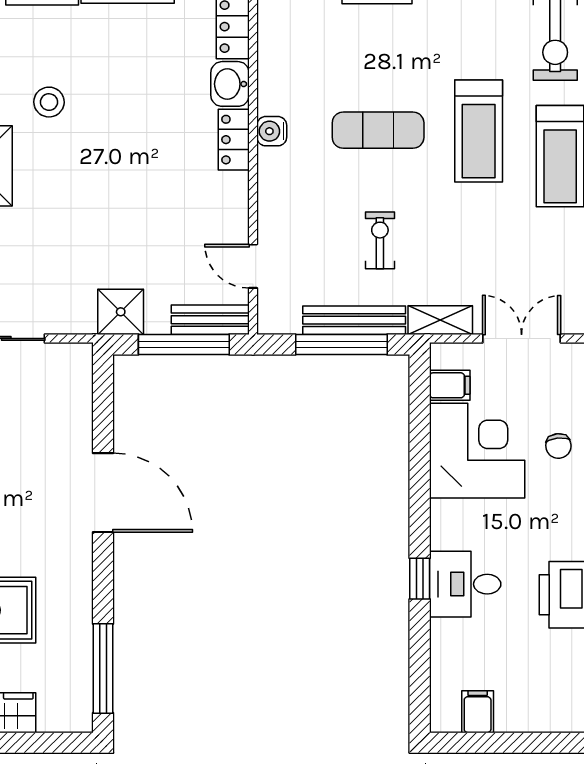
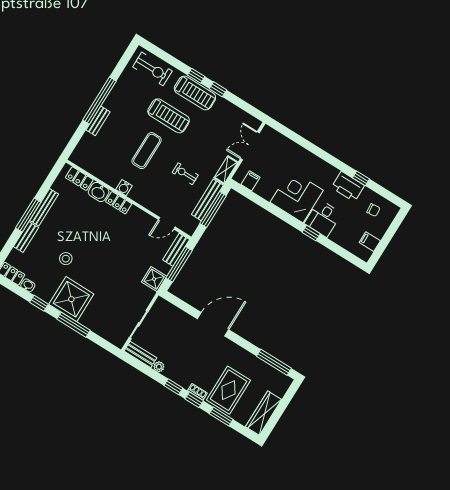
chair: (558, 446) -> (373, 210), moved
corner desk: (477, 451) -> (297, 196), moved

